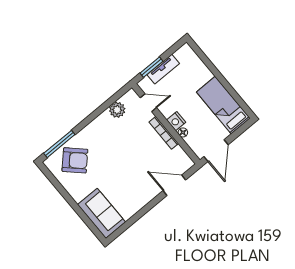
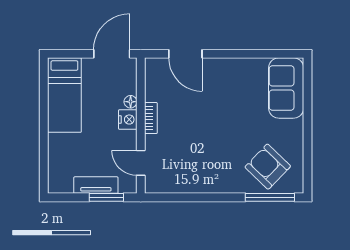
plant: (117, 110) -> (180, 183), removed
bookcase: (164, 133) -> (151, 118), width x0.64

